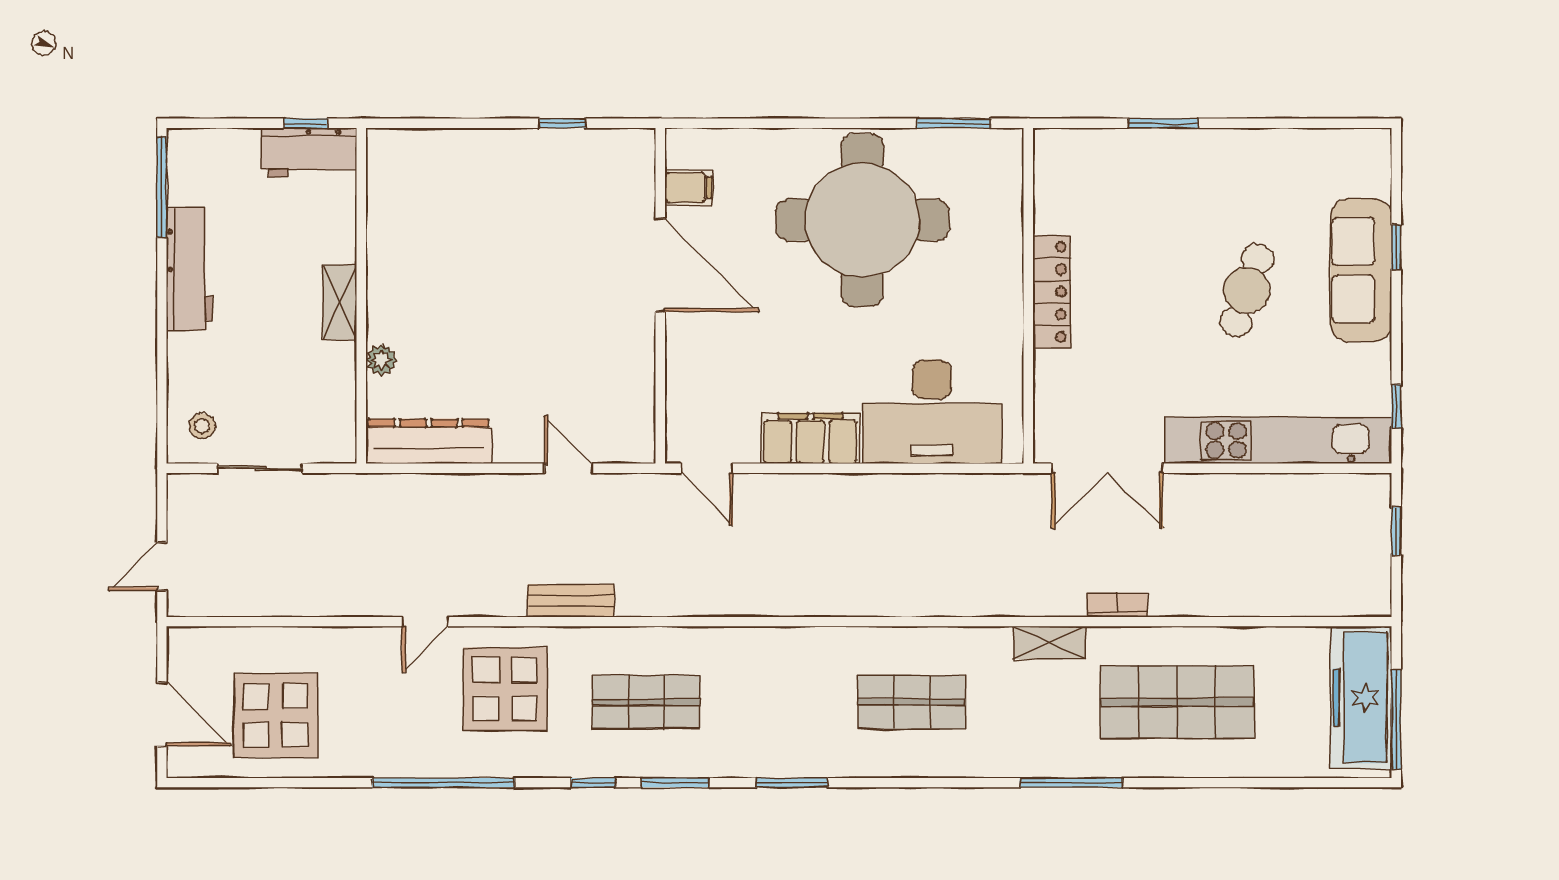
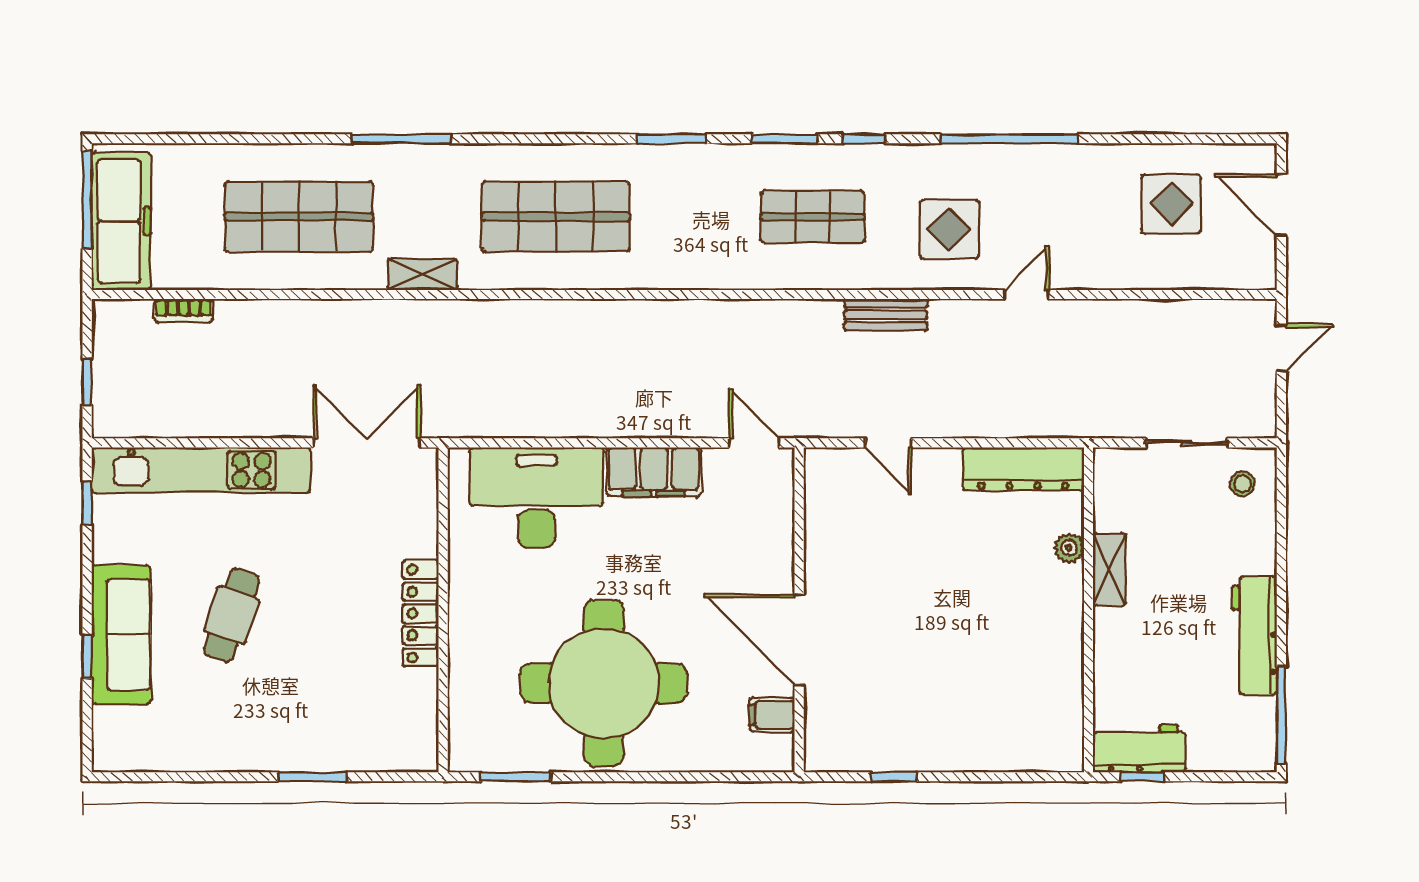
shelving: (340, 302) -> (1109, 570), moved
bookcase: (1117, 605) -> (184, 311), moved
display table: (505, 689) -> (949, 229), width x0.73, depth x0.73
shop shelf: (912, 702) -> (556, 217), width x1.43, depth x1.36
display table: (276, 715) -> (1171, 204), width x0.73, depth x0.73

